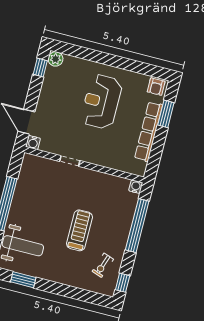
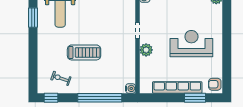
plant: (95, 157) -> (146, 50), added

